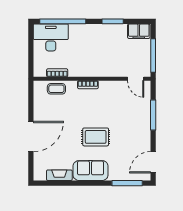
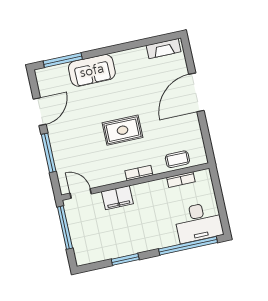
filing cabinet: (139, 31) -> (117, 198), moved, turned 180
rug: (96, 137) -> (122, 130), moved
door: (153, 162) -> (40, 112), moved
sofa: (91, 171) -> (92, 70), moved
fireplace: (59, 175) -> (164, 49), moved

